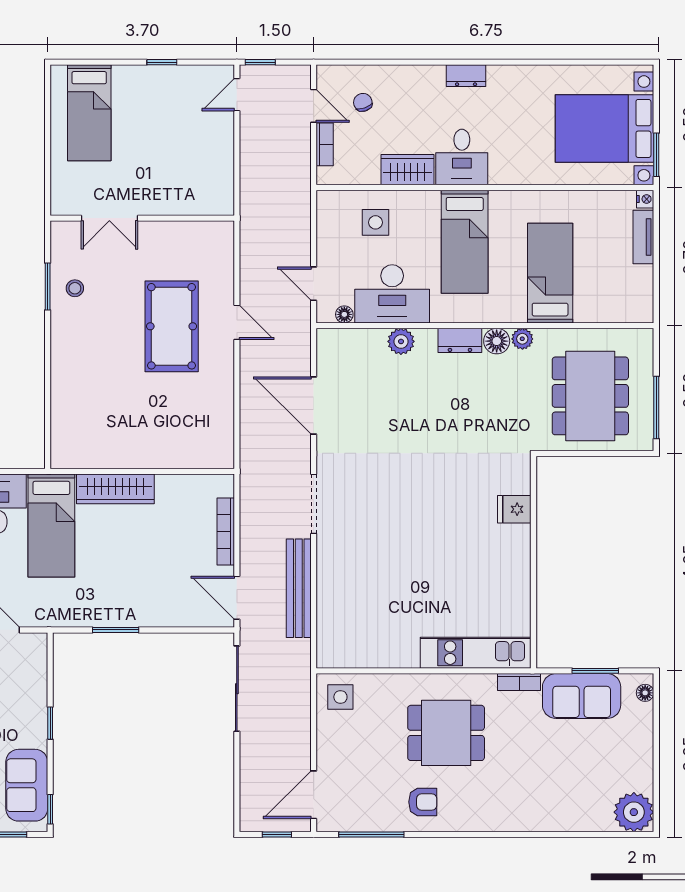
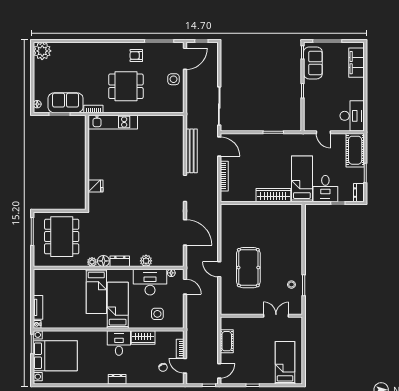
cot: (220, 161) -> (227, 341), added
bed: (550, 273) -> (96, 291), moved
side table: (340, 697) -> (174, 79), moved

